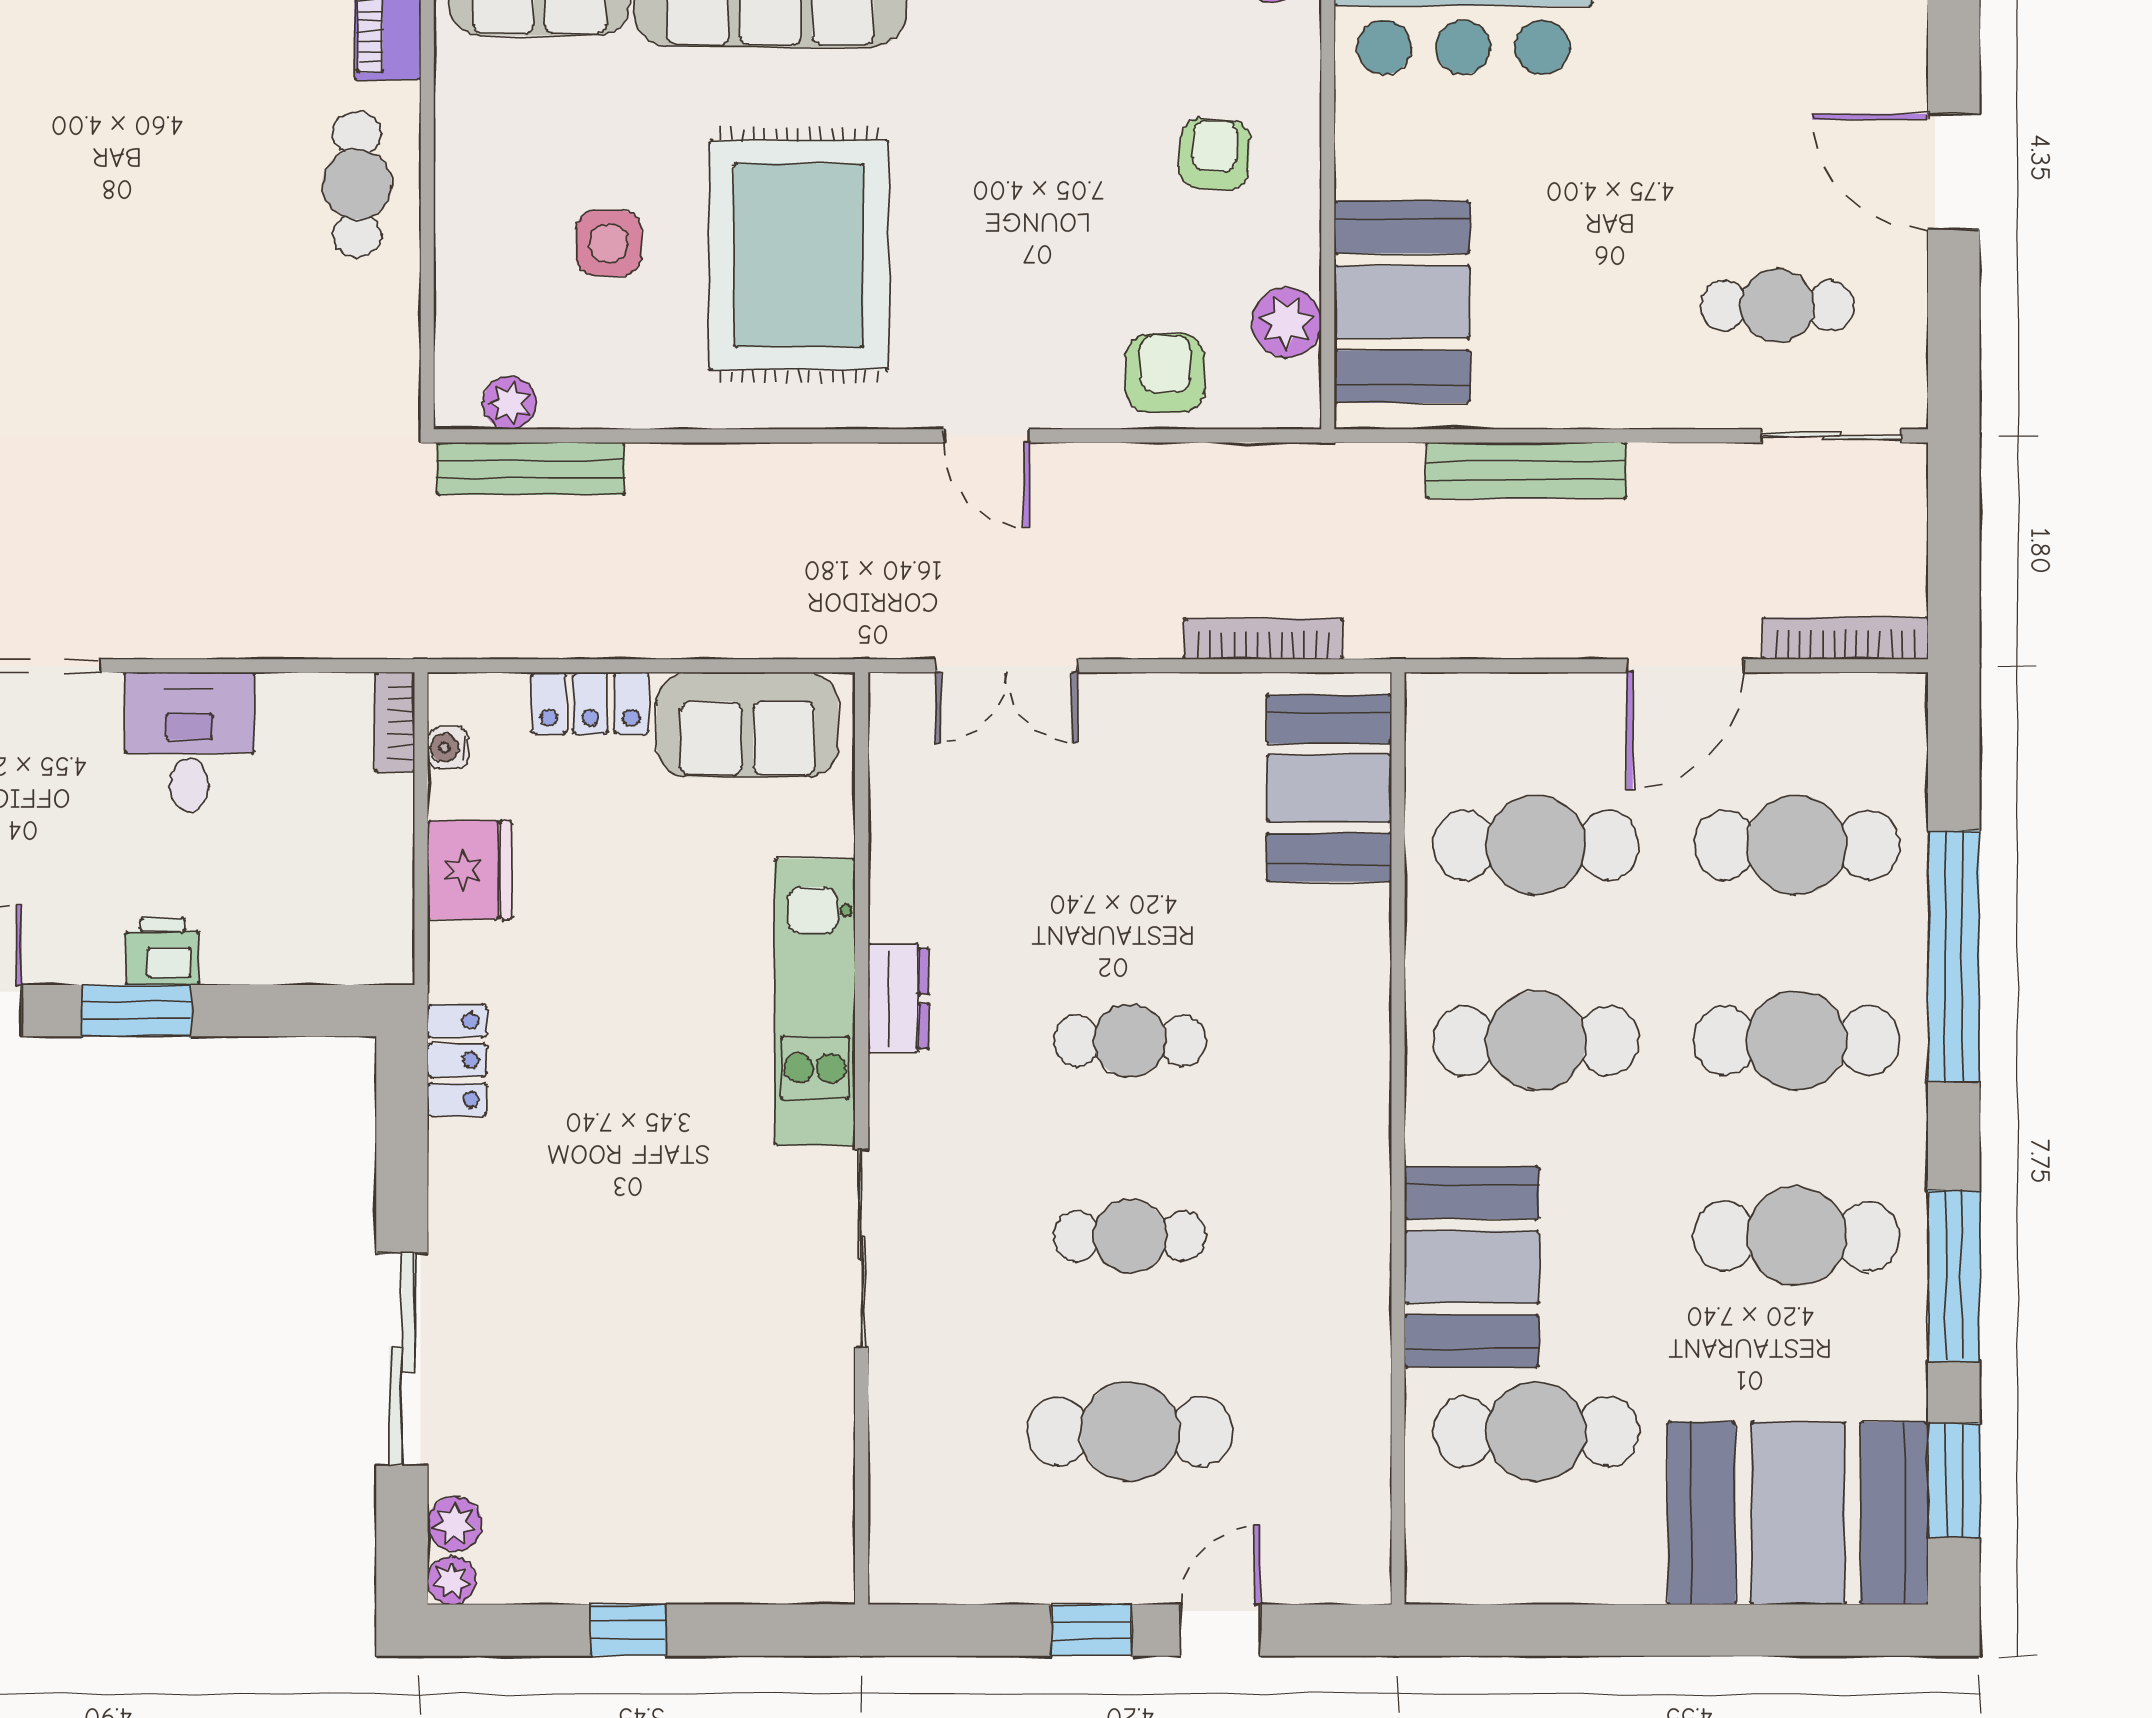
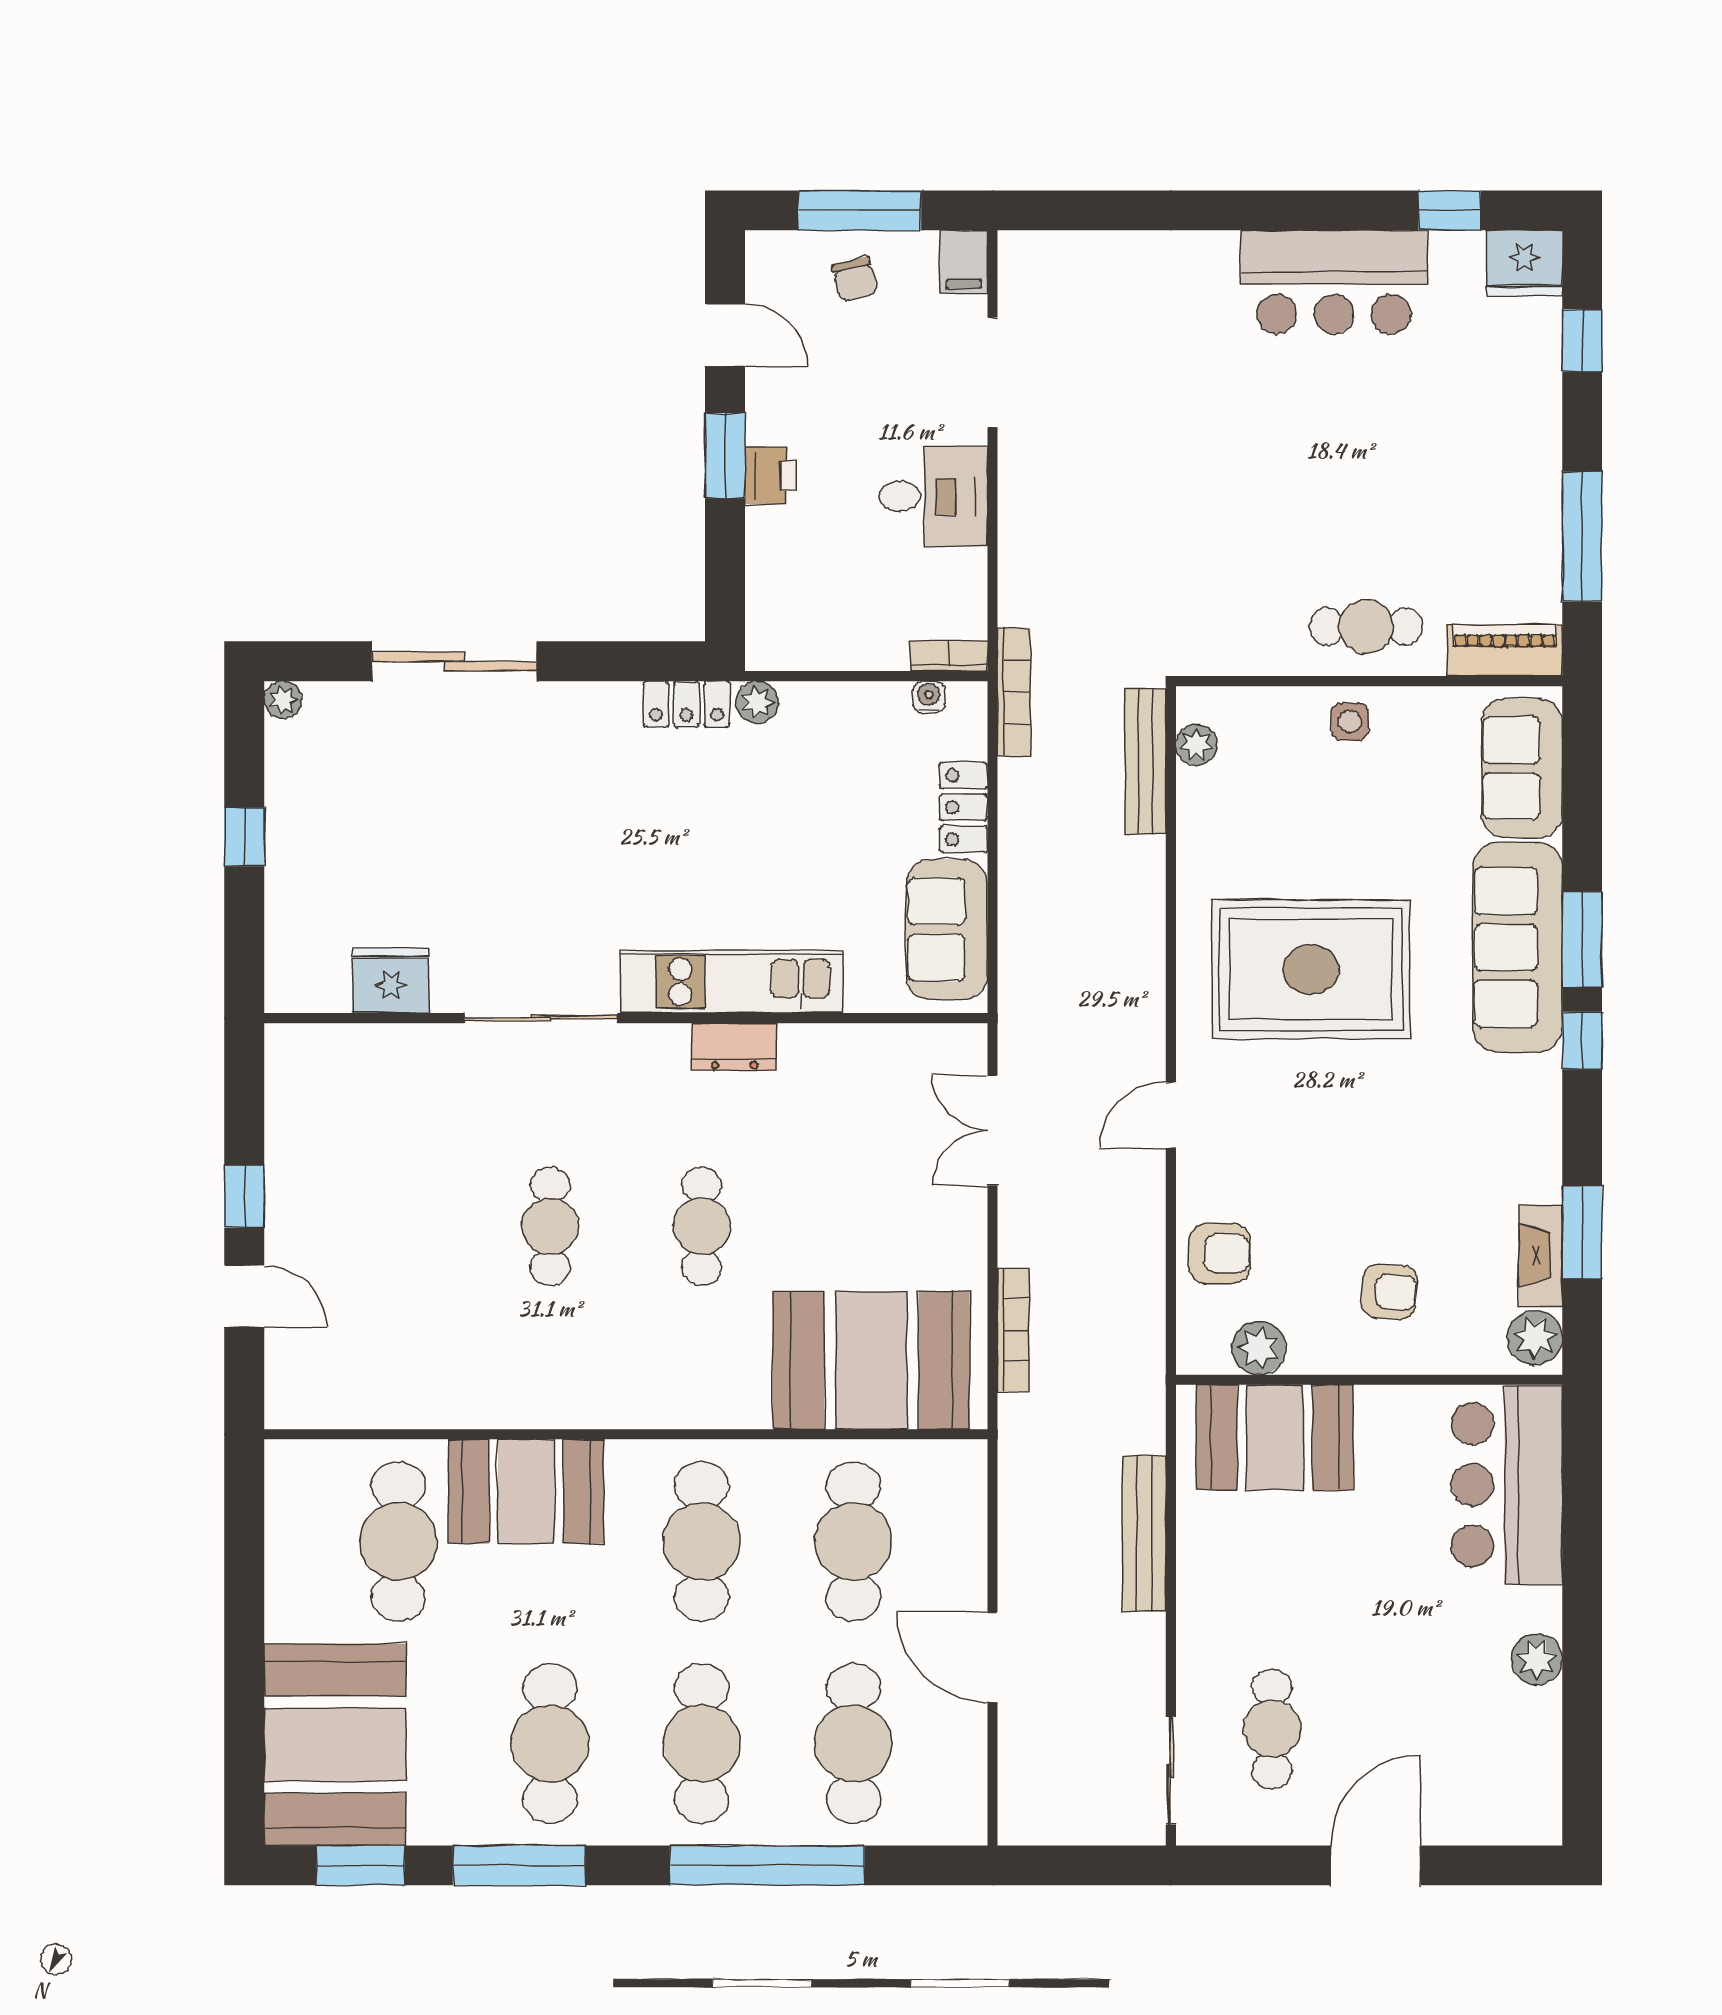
side table: (609, 243) -> (1350, 722), moved, width x0.73, depth x0.73
bookcase: (1845, 638) -> (1014, 692), moved
booth: (1329, 788) -> (871, 1360), width x1.36, depth x1.42
fridge: (470, 870) -> (391, 980), moved, turned 180
cafe table: (1130, 1432) -> (398, 1226), removed
plant: (455, 1524) -> (757, 702), moved

